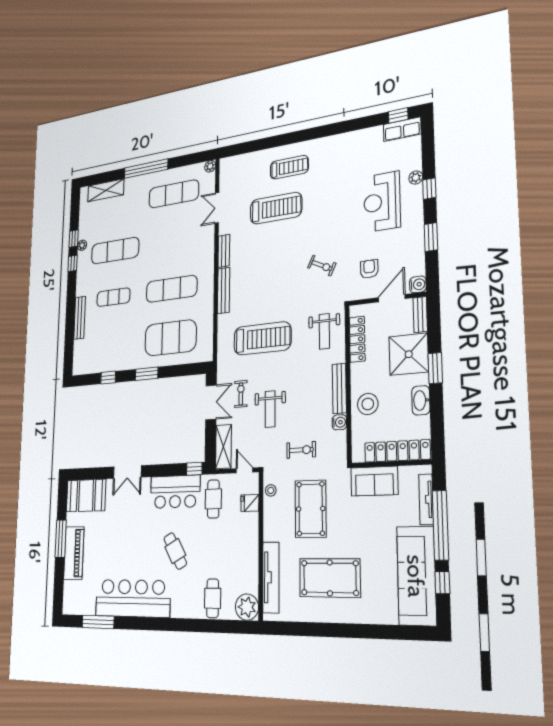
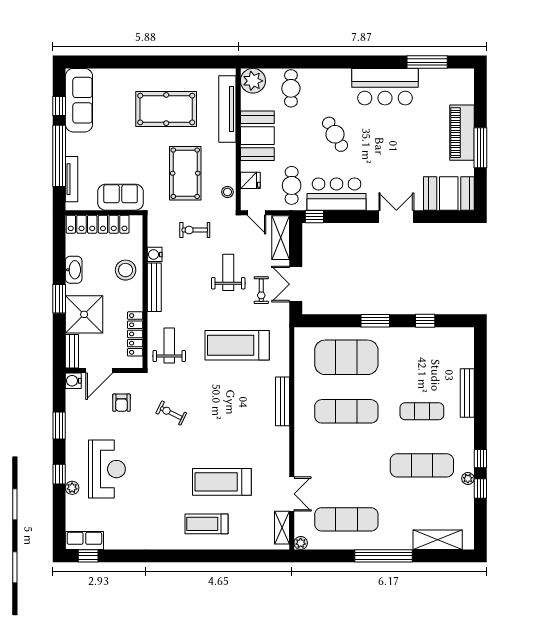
shelving: (225, 177) -> (282, 528), added
bench: (224, 251) -> (283, 445), removed
booth: (243, 549) -> (257, 136), added
sofa: (416, 576) -> (79, 100), width x0.74, depth x0.79
bar counter: (133, 598) -> (385, 87), width x0.73

